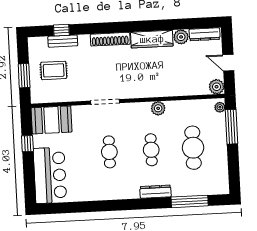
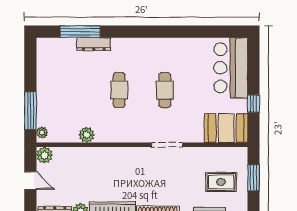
plant: (158, 108) -> (87, 135), moved
cafe table: (193, 148) -> (73, 90), removed
dresser: (156, 192) -> (94, 44), moved

